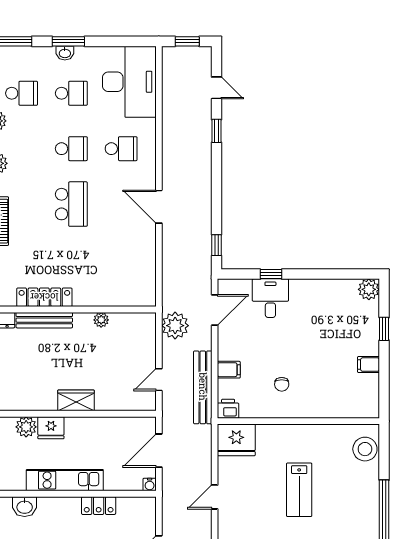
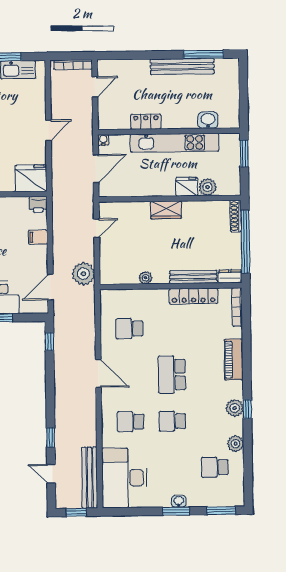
school desk: (71, 93) -> (129, 329), moved
bench: (203, 387) -> (90, 478), moved
kitchen unit: (65, 480) -> (174, 143), width x1.36

